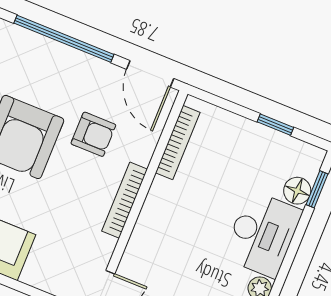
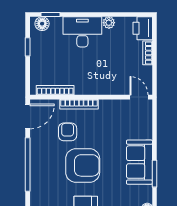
floor lamp: (297, 191) -> (42, 24), moved
bookcase: (125, 200) -> (79, 104), moved

